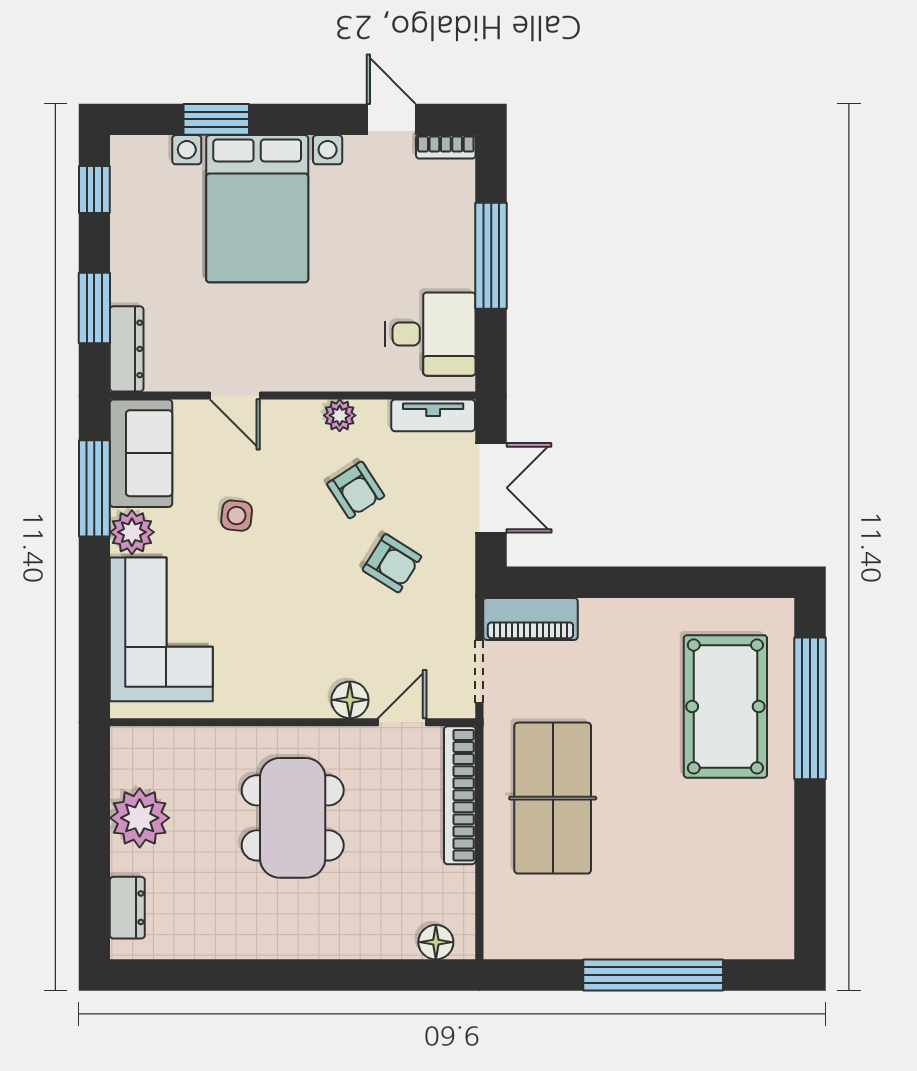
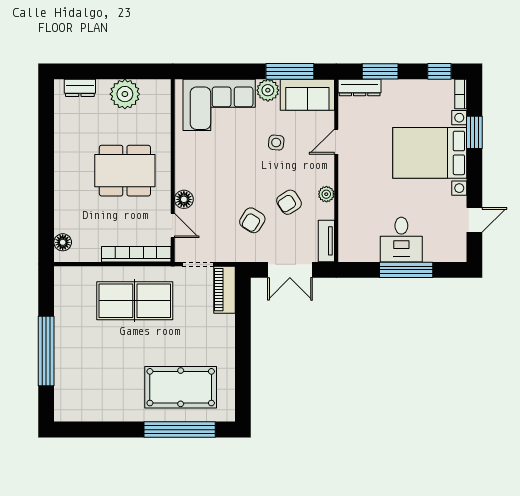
bookcase: (446, 147) -> (461, 94), moved
desk: (430, 334) -> (401, 240), moved

